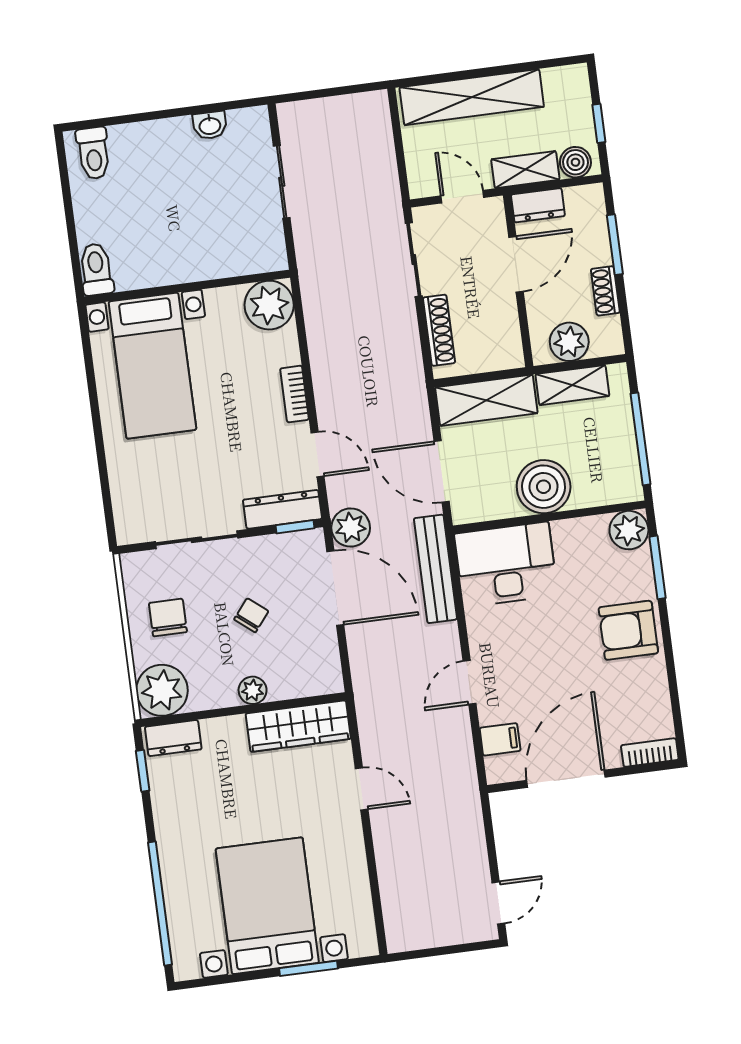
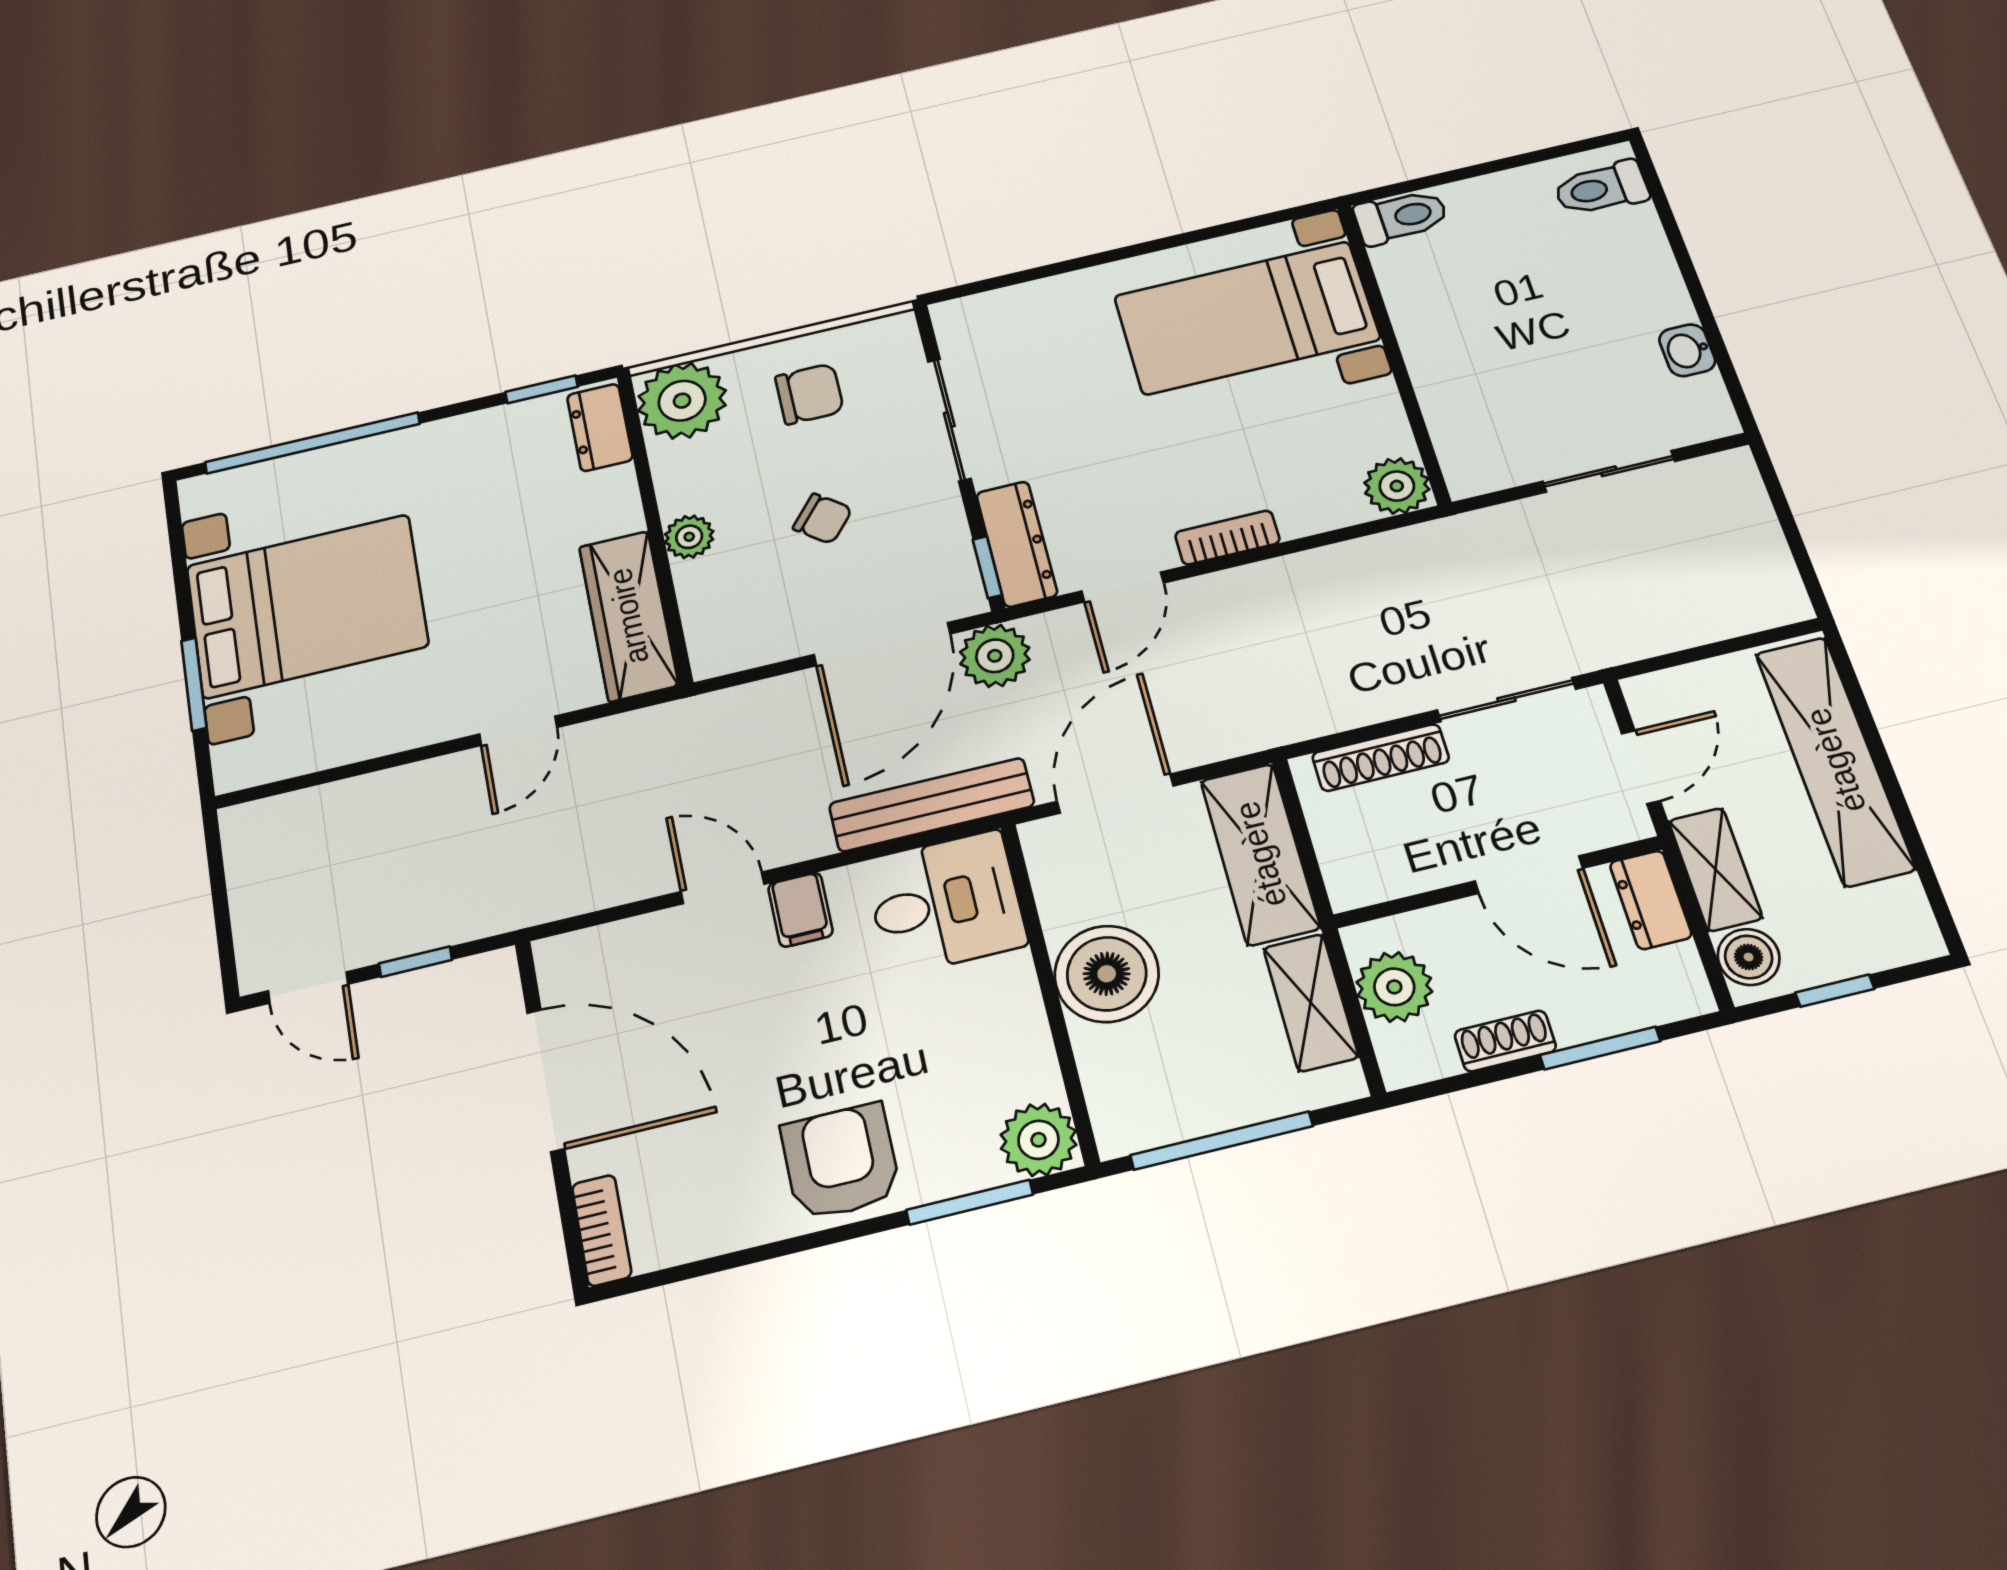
plant: (269, 305) -> (1397, 486), width x0.73, depth x0.73
desk: (506, 564) -> (945, 903), width x0.73
filing cabinet: (500, 739) -> (800, 910), moved
window: (491, 846) -> (415, 962), added

